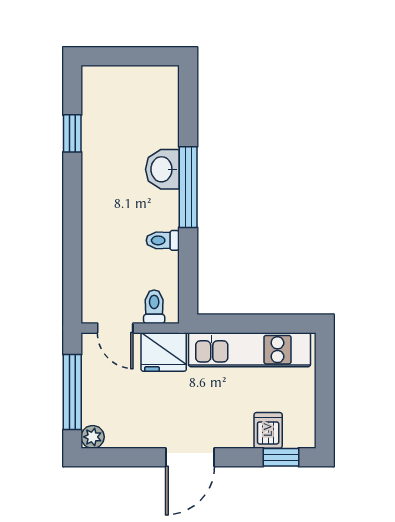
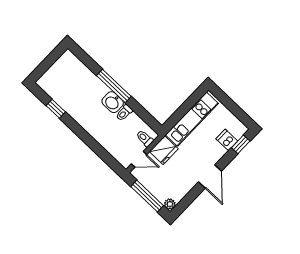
washbasin: (162, 169) -> (113, 102), moved

